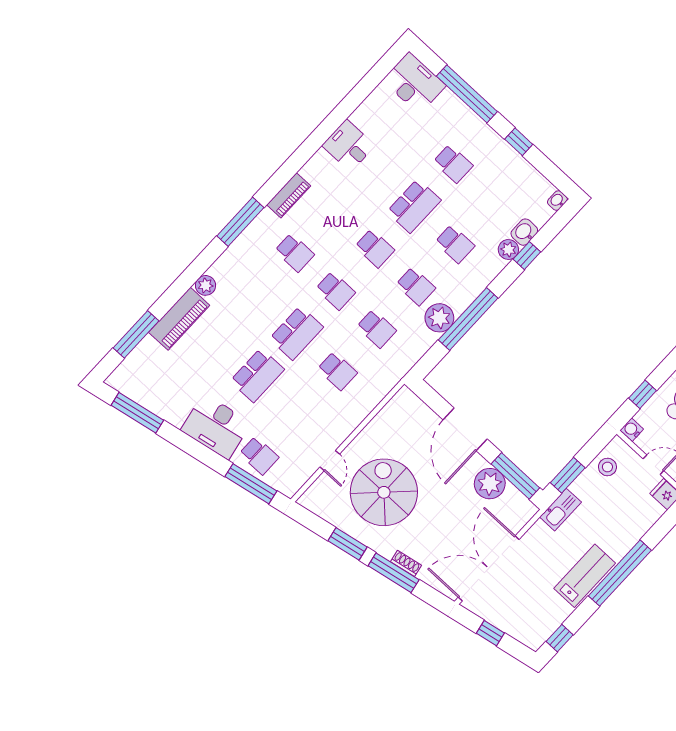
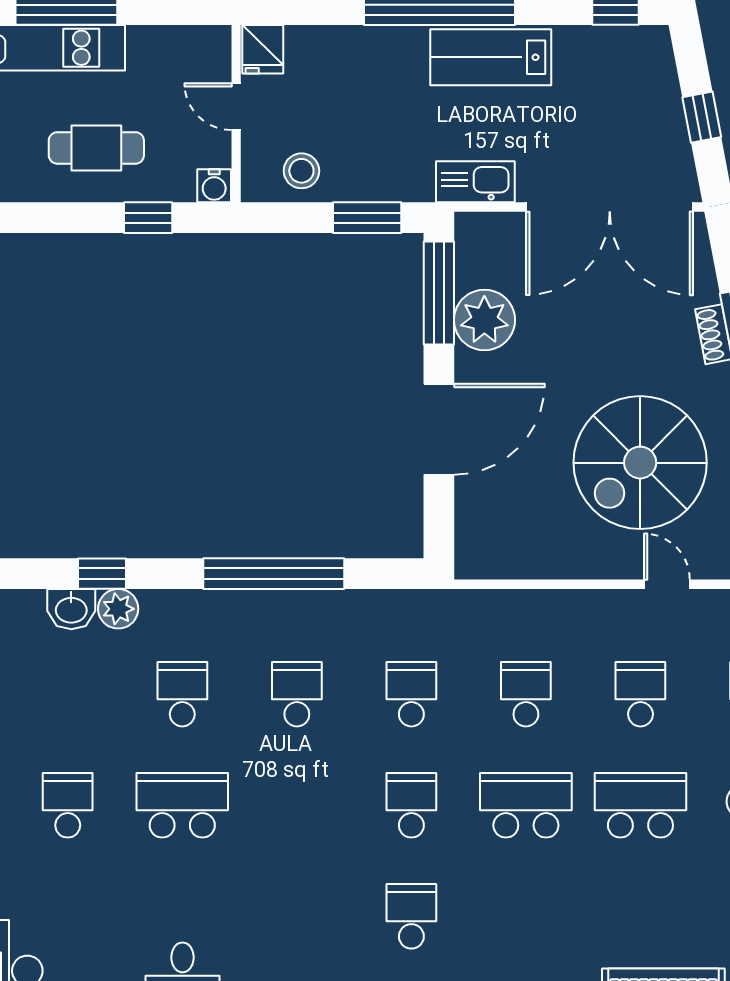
school desk: (375, 248) -> (640, 694), moved
plant: (439, 318) -> (311, 617), removed
door: (330, 461) -> (667, 584), hinge flipped
kitchen sink: (560, 510) -> (475, 182), moved

